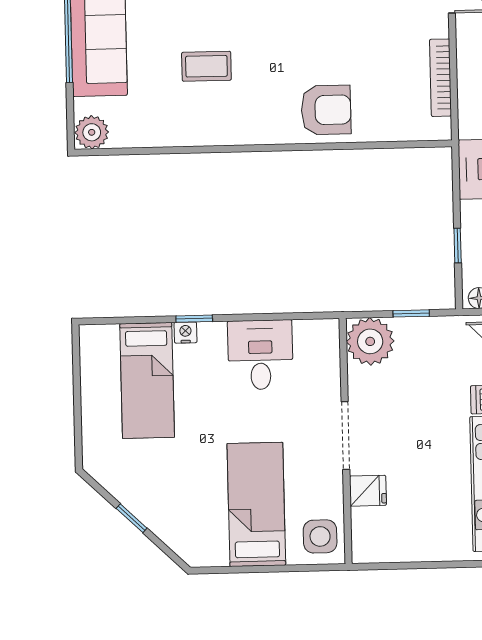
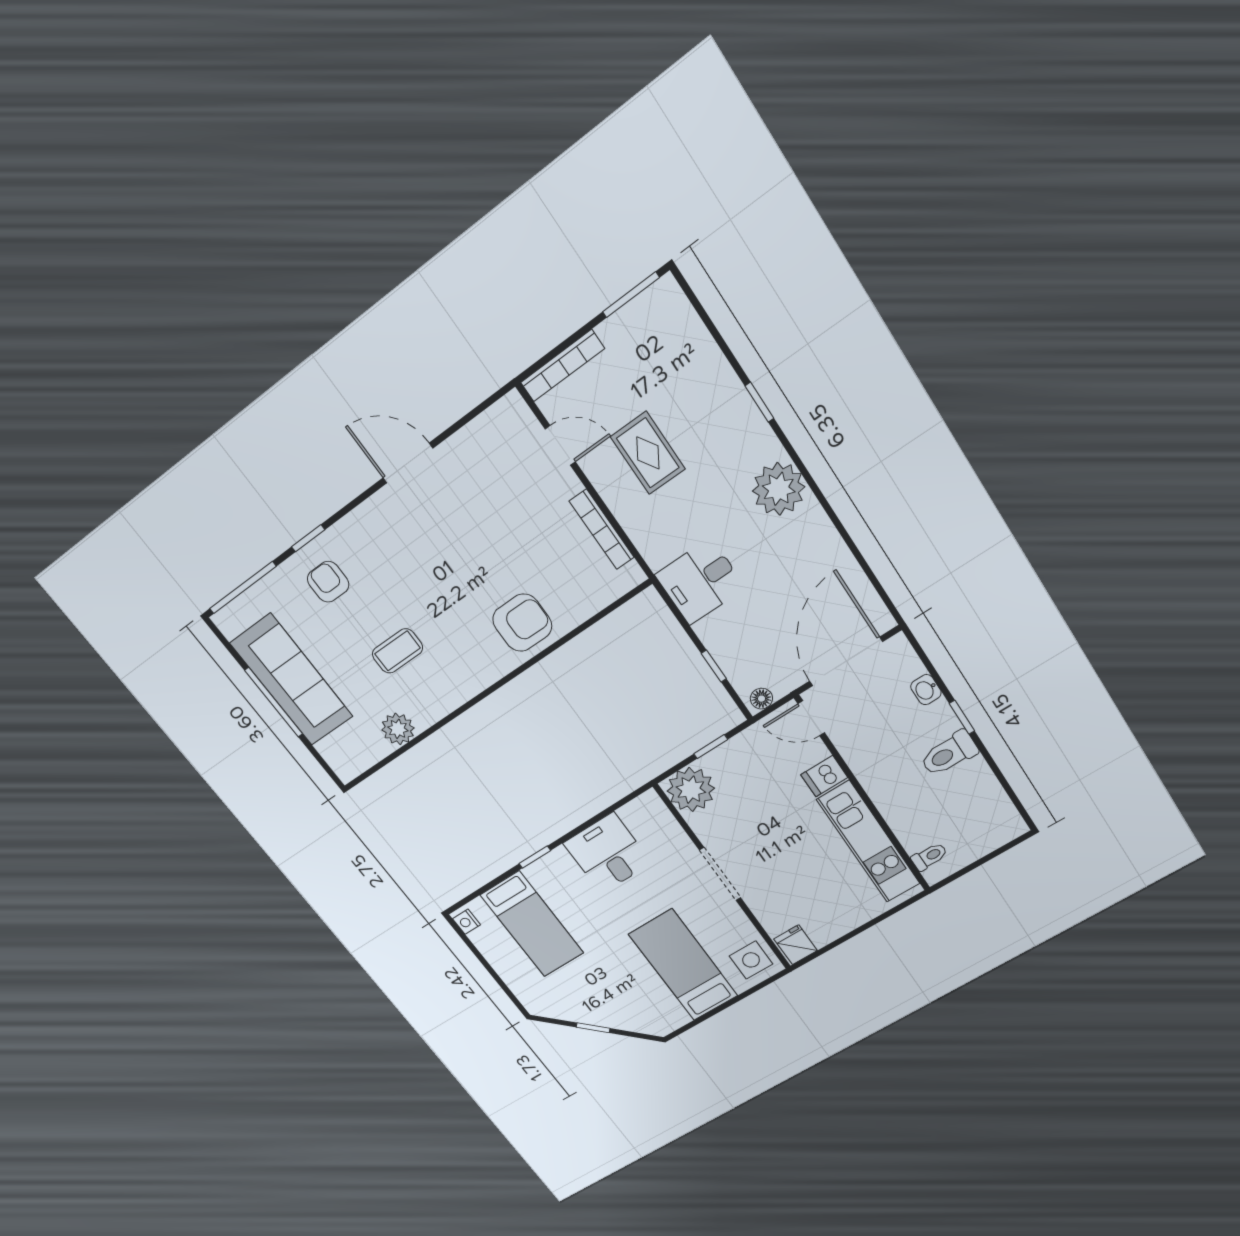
plant: (92, 132) -> (398, 729), moved
nightstand: (185, 333) -> (467, 922), moved, turned -90
fridge: (368, 491) -> (796, 945), moved, turned -90

